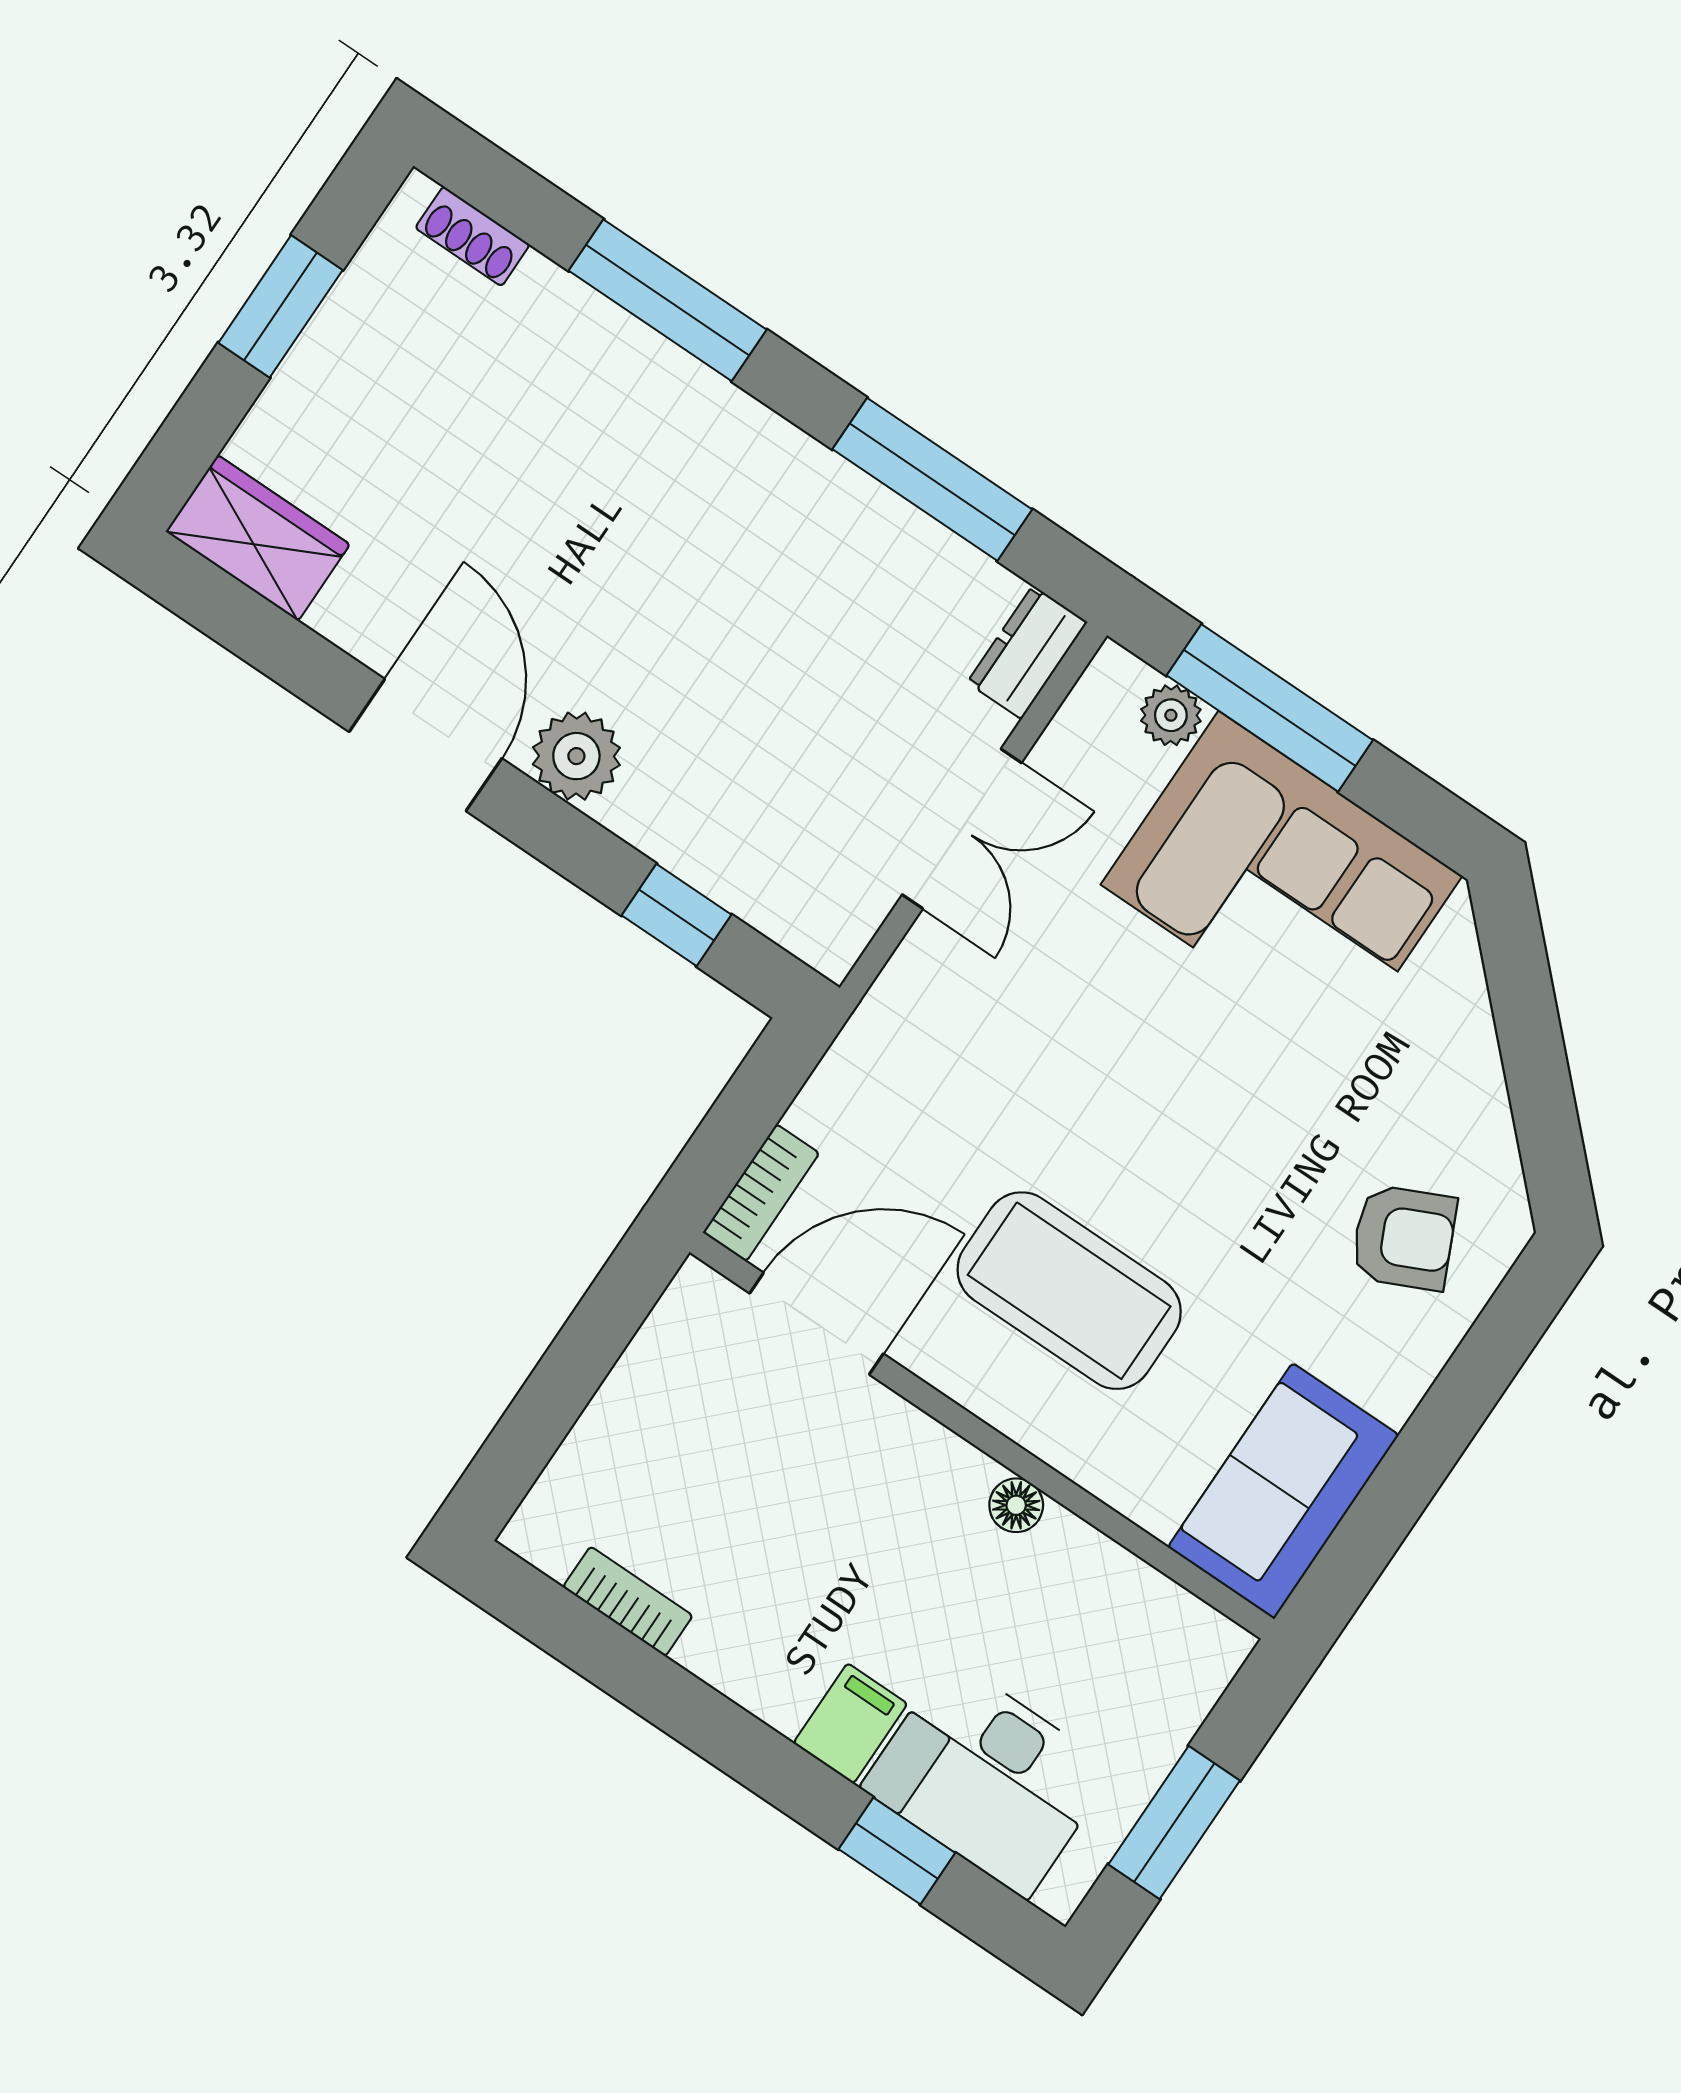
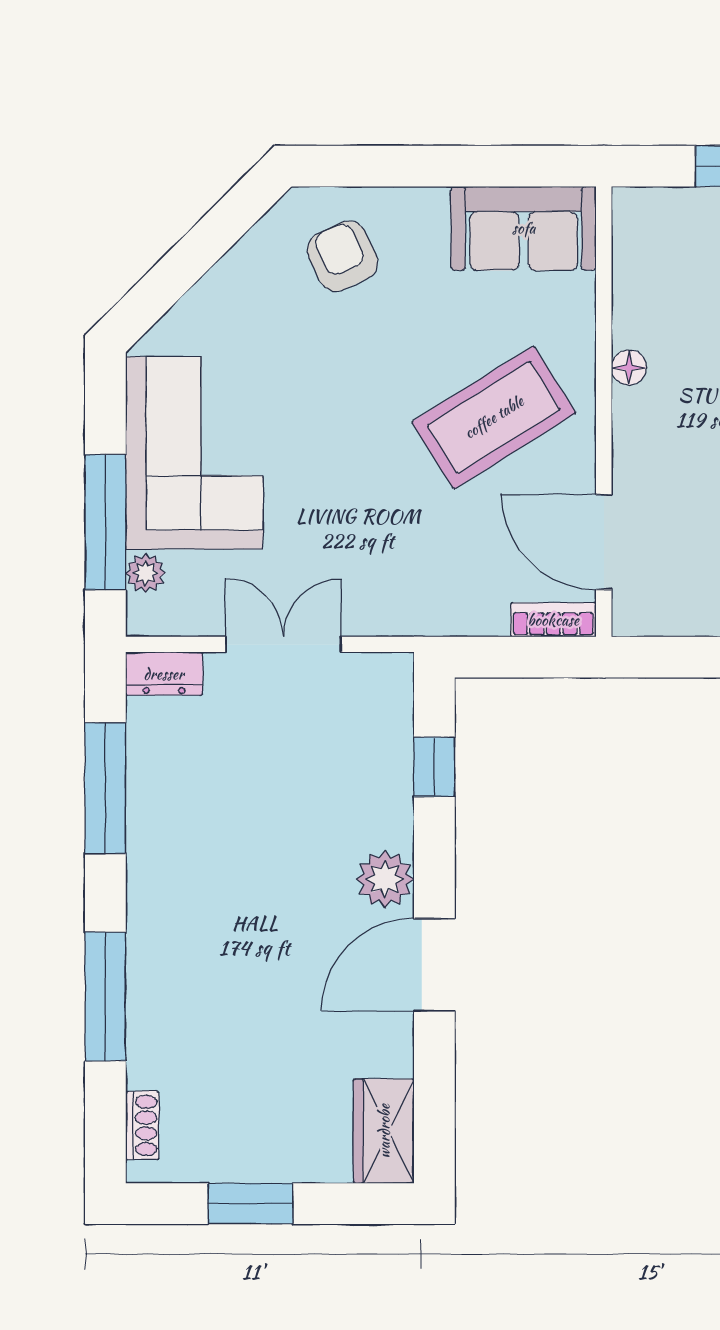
coffee table: (1069, 1291) -> (494, 417), turned 58

